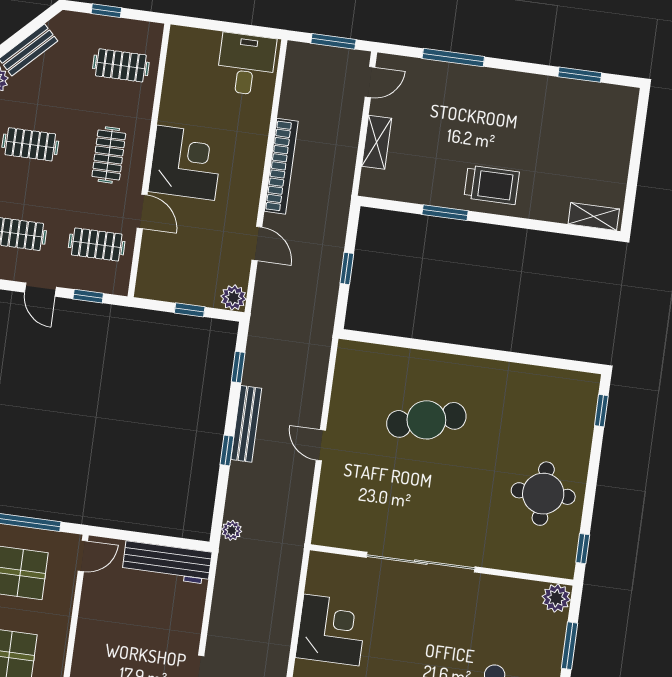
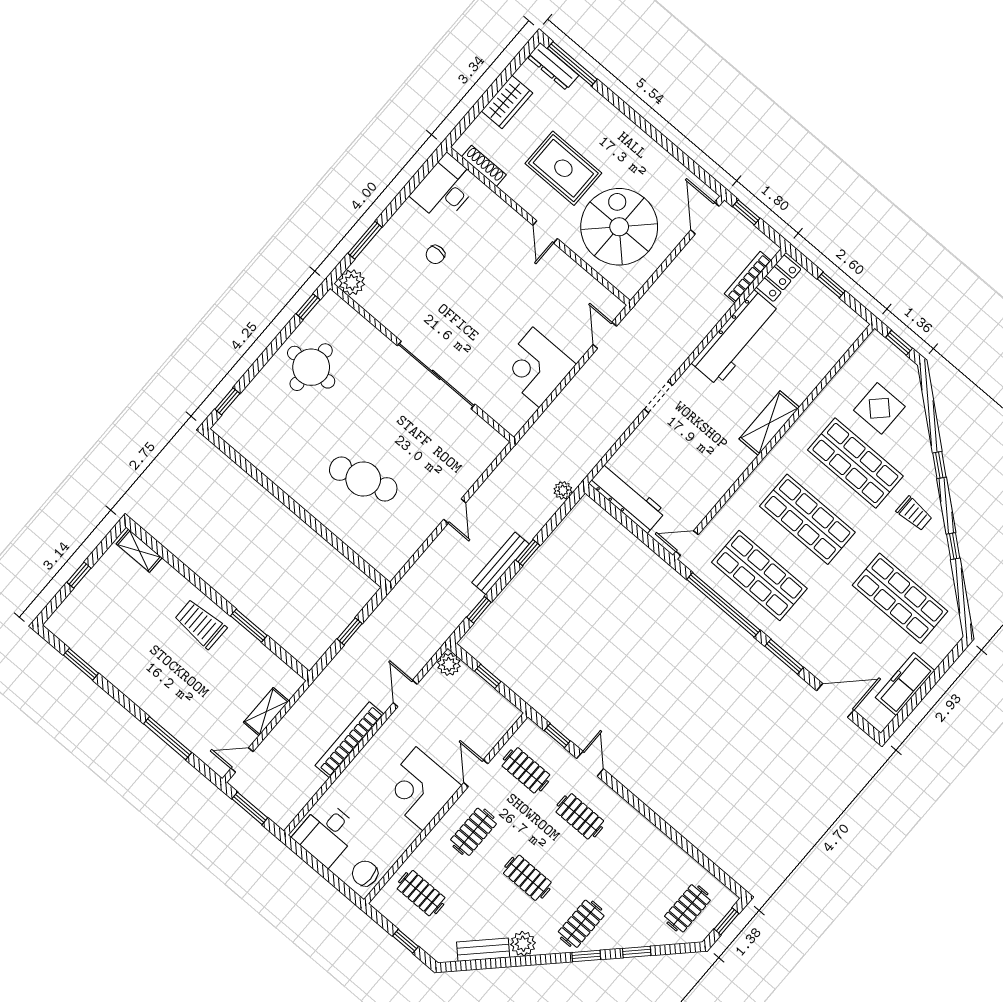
chair: (186, 50) -> (365, 873), added
window: (636, 157) -> (79, 575), added

